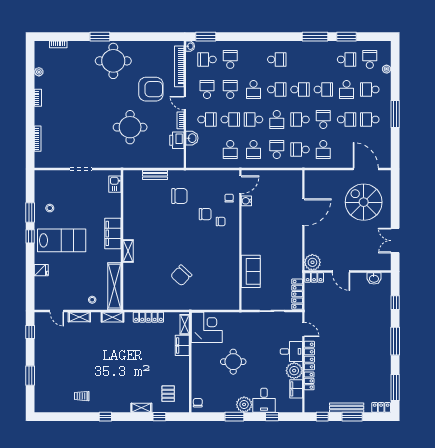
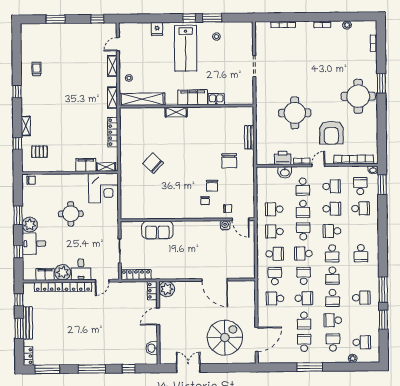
school desk: (347, 59) -> (361, 298), moved, turned -90
kitchen sink: (115, 184) -> (216, 99), moved
locker: (309, 381) -> (48, 287), width x1.53

